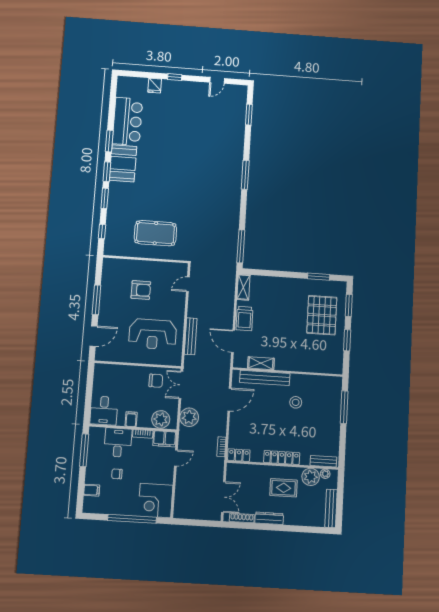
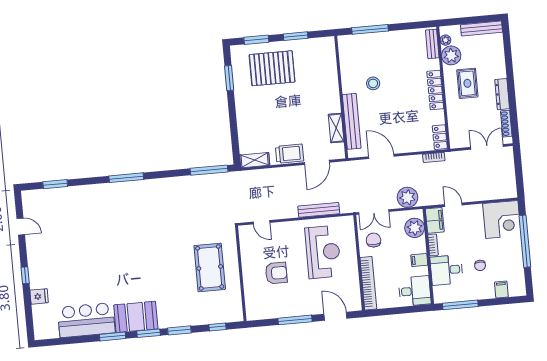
armchair: (141, 290) -> (276, 273), turned 90
bookcase: (118, 370) -> (368, 283), added

